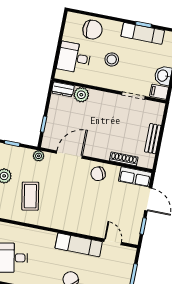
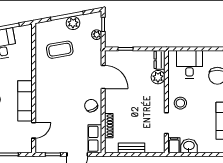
stool: (112, 59) -> (180, 103), moved
plant: (39, 156) -> (97, 35), moved

